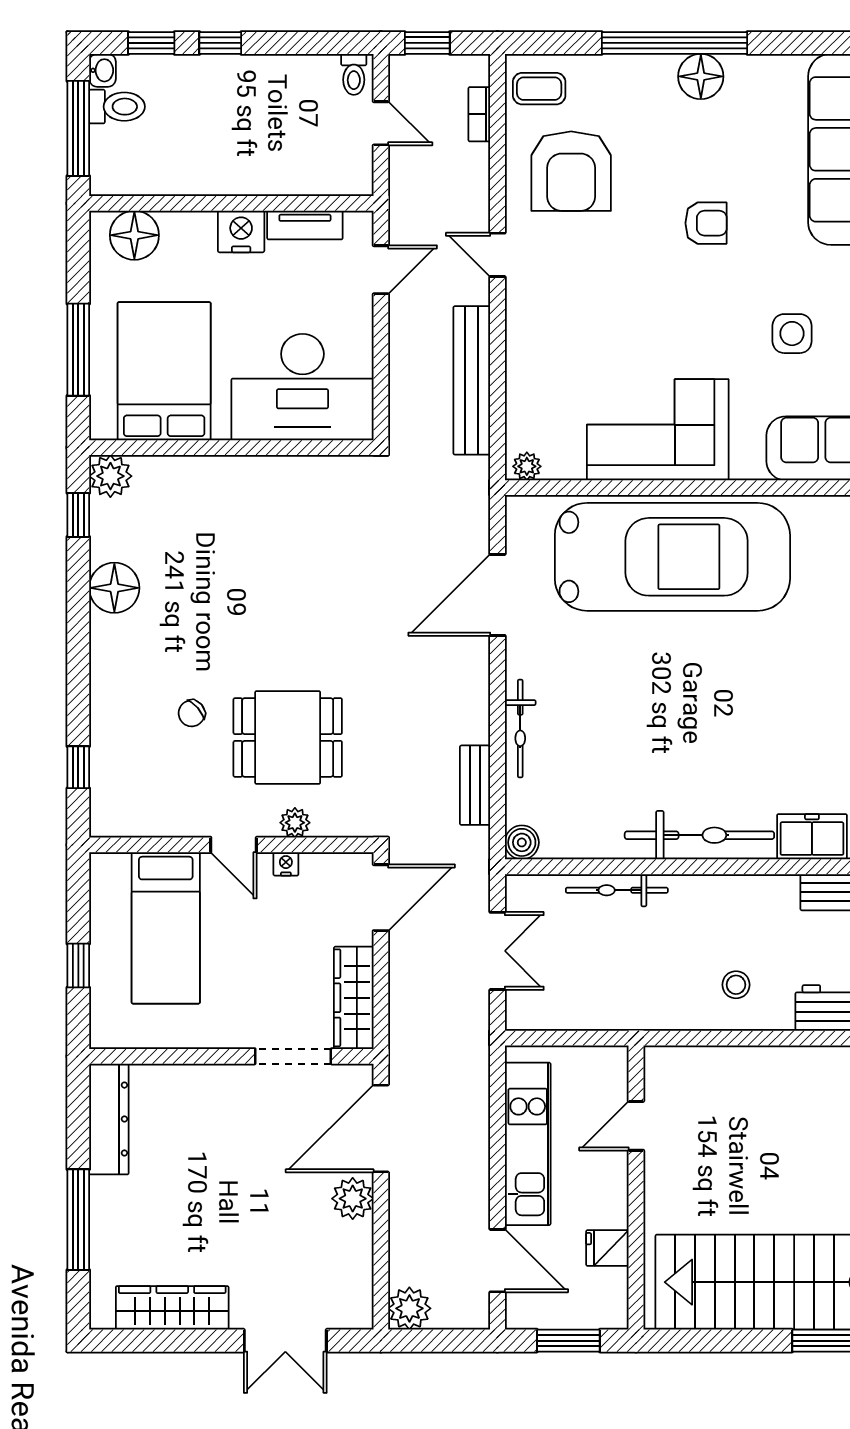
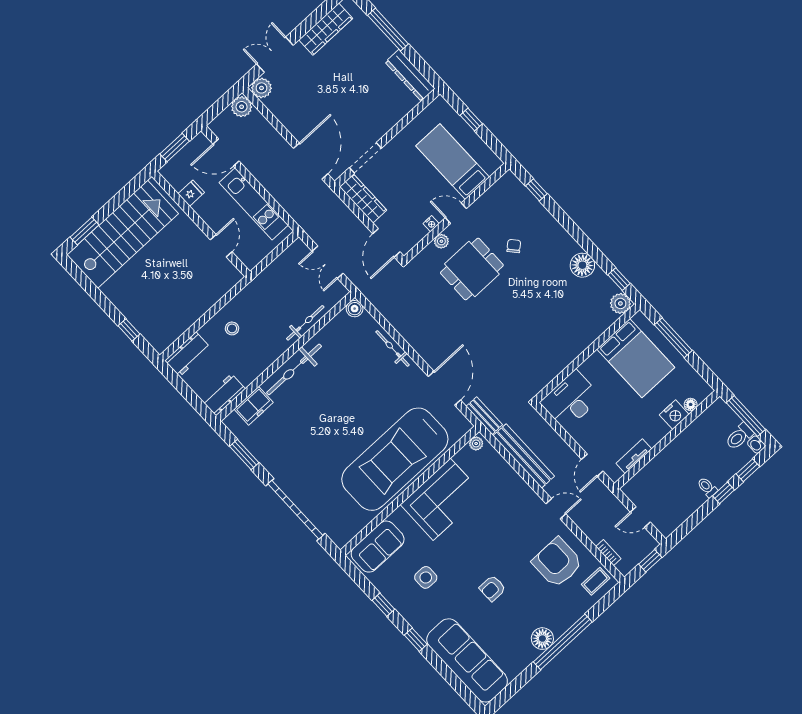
toilet: (354, 74) -> (707, 487), moved
nightstand: (241, 231) -> (674, 415), moved
floor lamp: (134, 235) -> (691, 404), width x0.53, depth x0.53
desk: (302, 387) -> (571, 400), width x0.73, depth x0.77
bench: (475, 785) -> (484, 416), moved
plant: (353, 1199) -> (261, 88), moved

